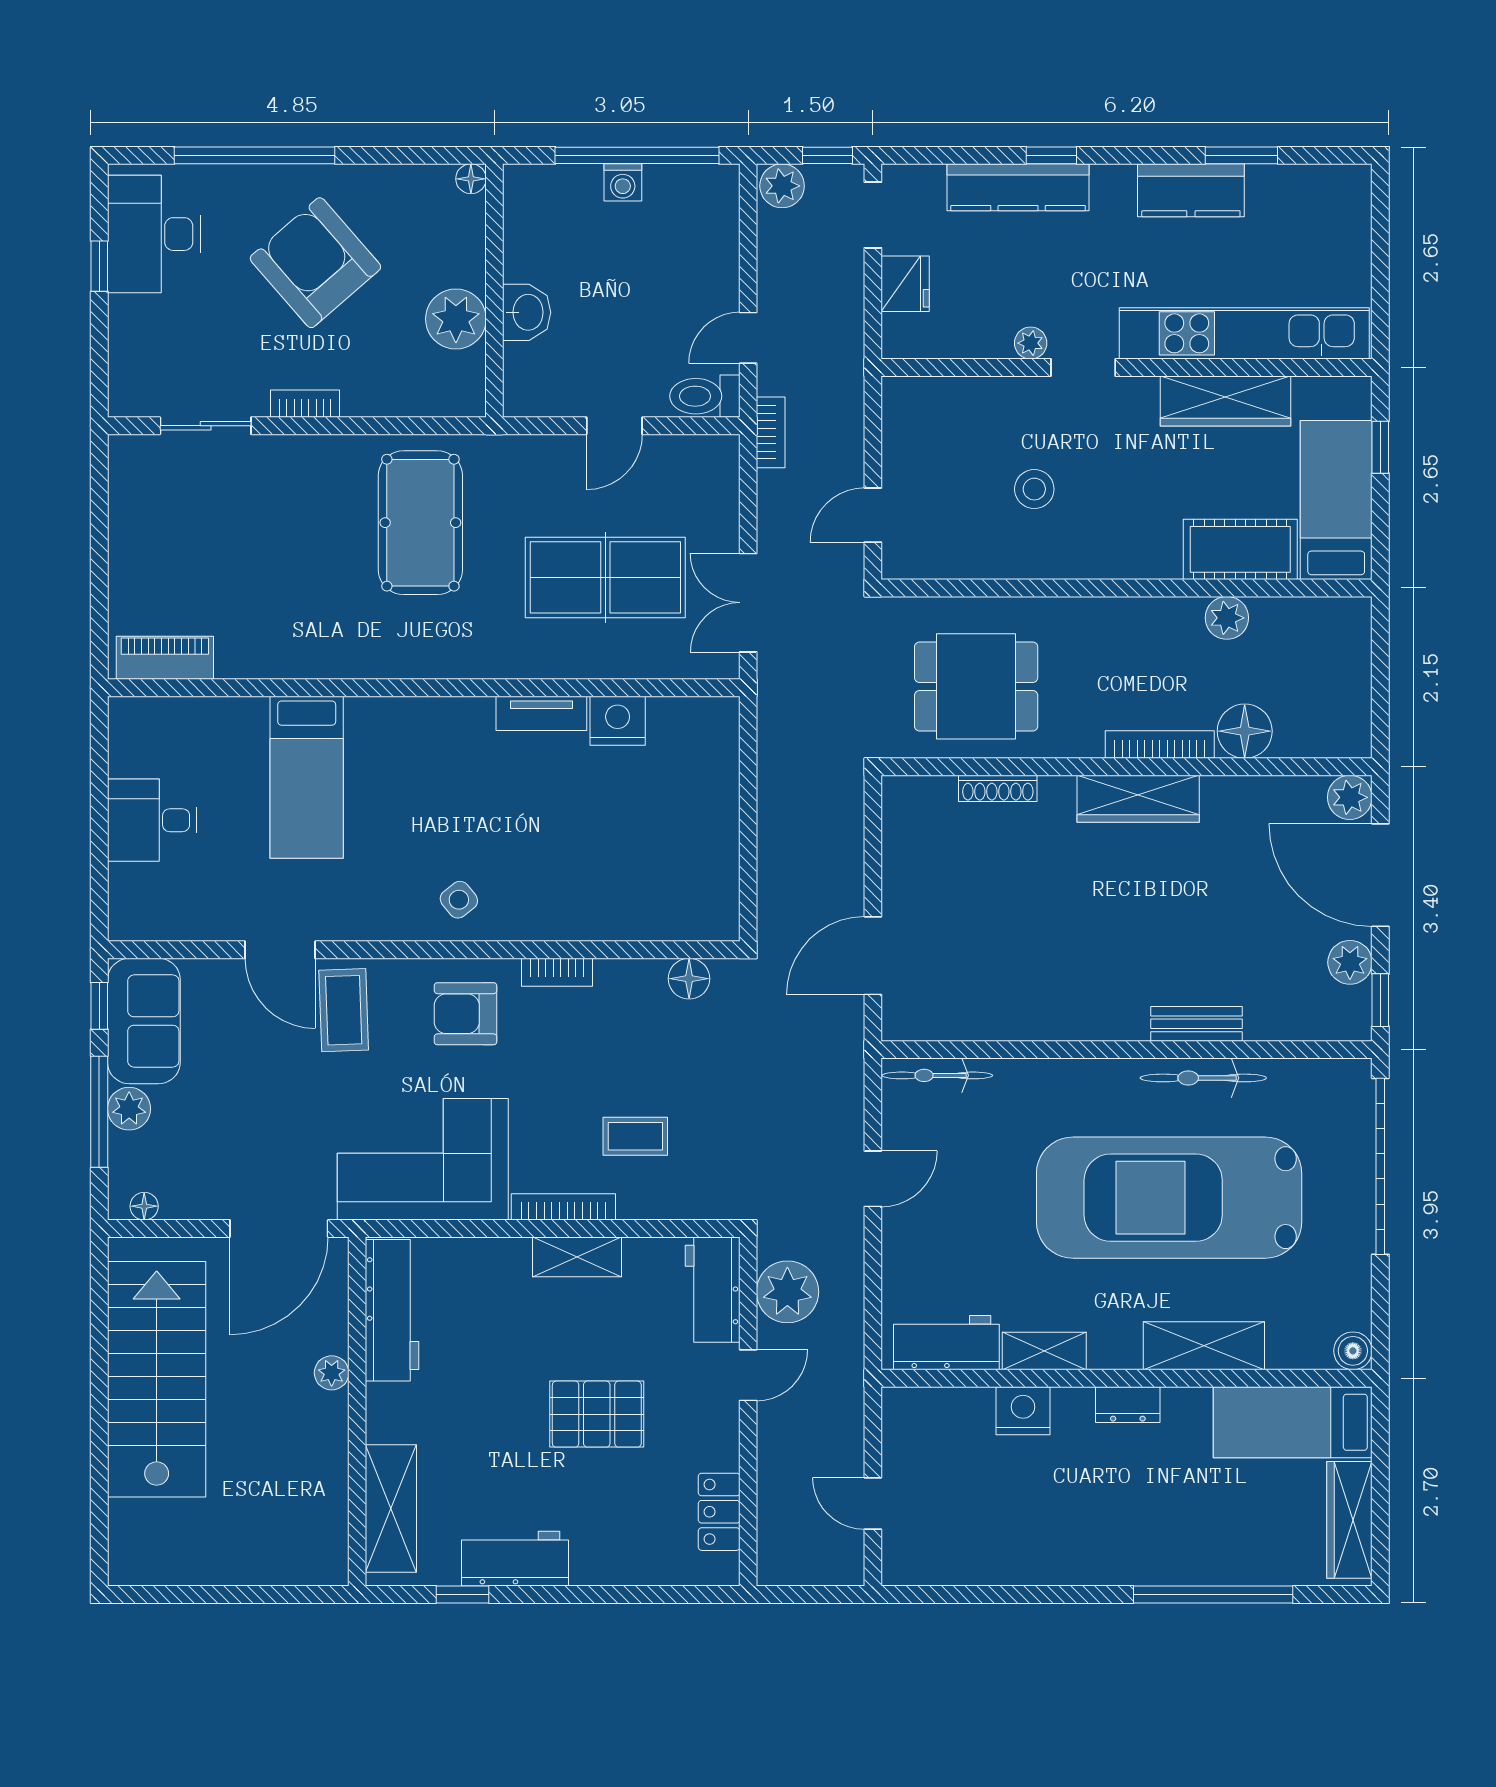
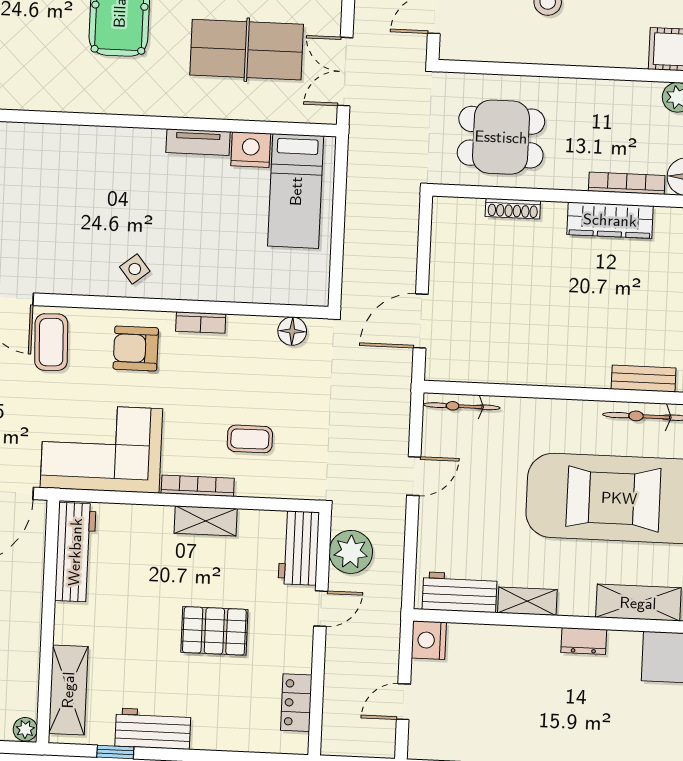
bed: (307, 777) -> (296, 191), moved
plant: (332, 1373) -> (25, 729), moved
nightstand: (1023, 1411) -> (429, 640), moved, turned -90
door: (873, 1503) -> (403, 702), hinge flipped

